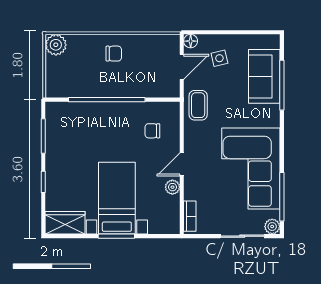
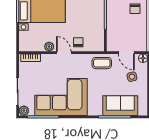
chair: (152, 131) -> (78, 42), moved

